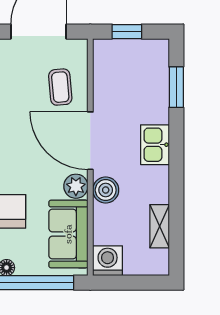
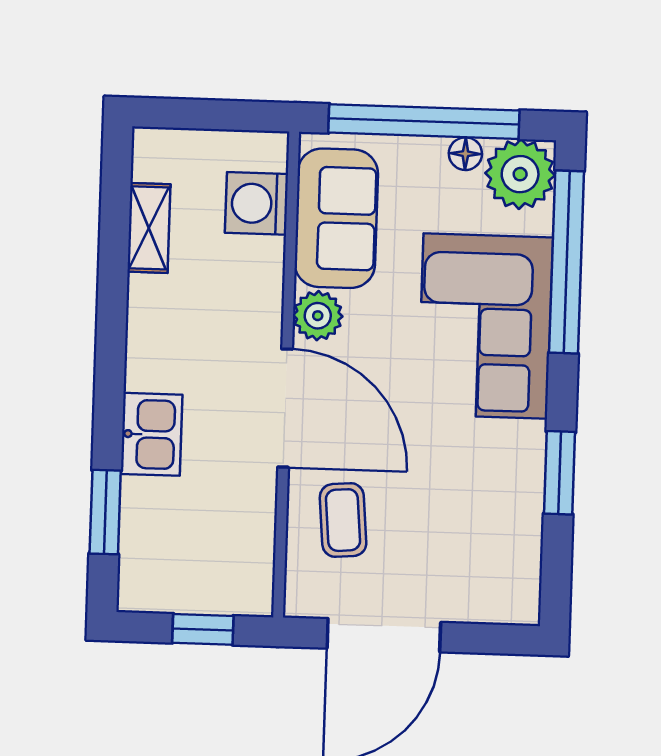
kitchen sink: (155, 145) -> (152, 434), moved
boiler: (106, 190) -> (257, 306), removed
washing machine: (108, 261) -> (257, 203), moved, turned 90

